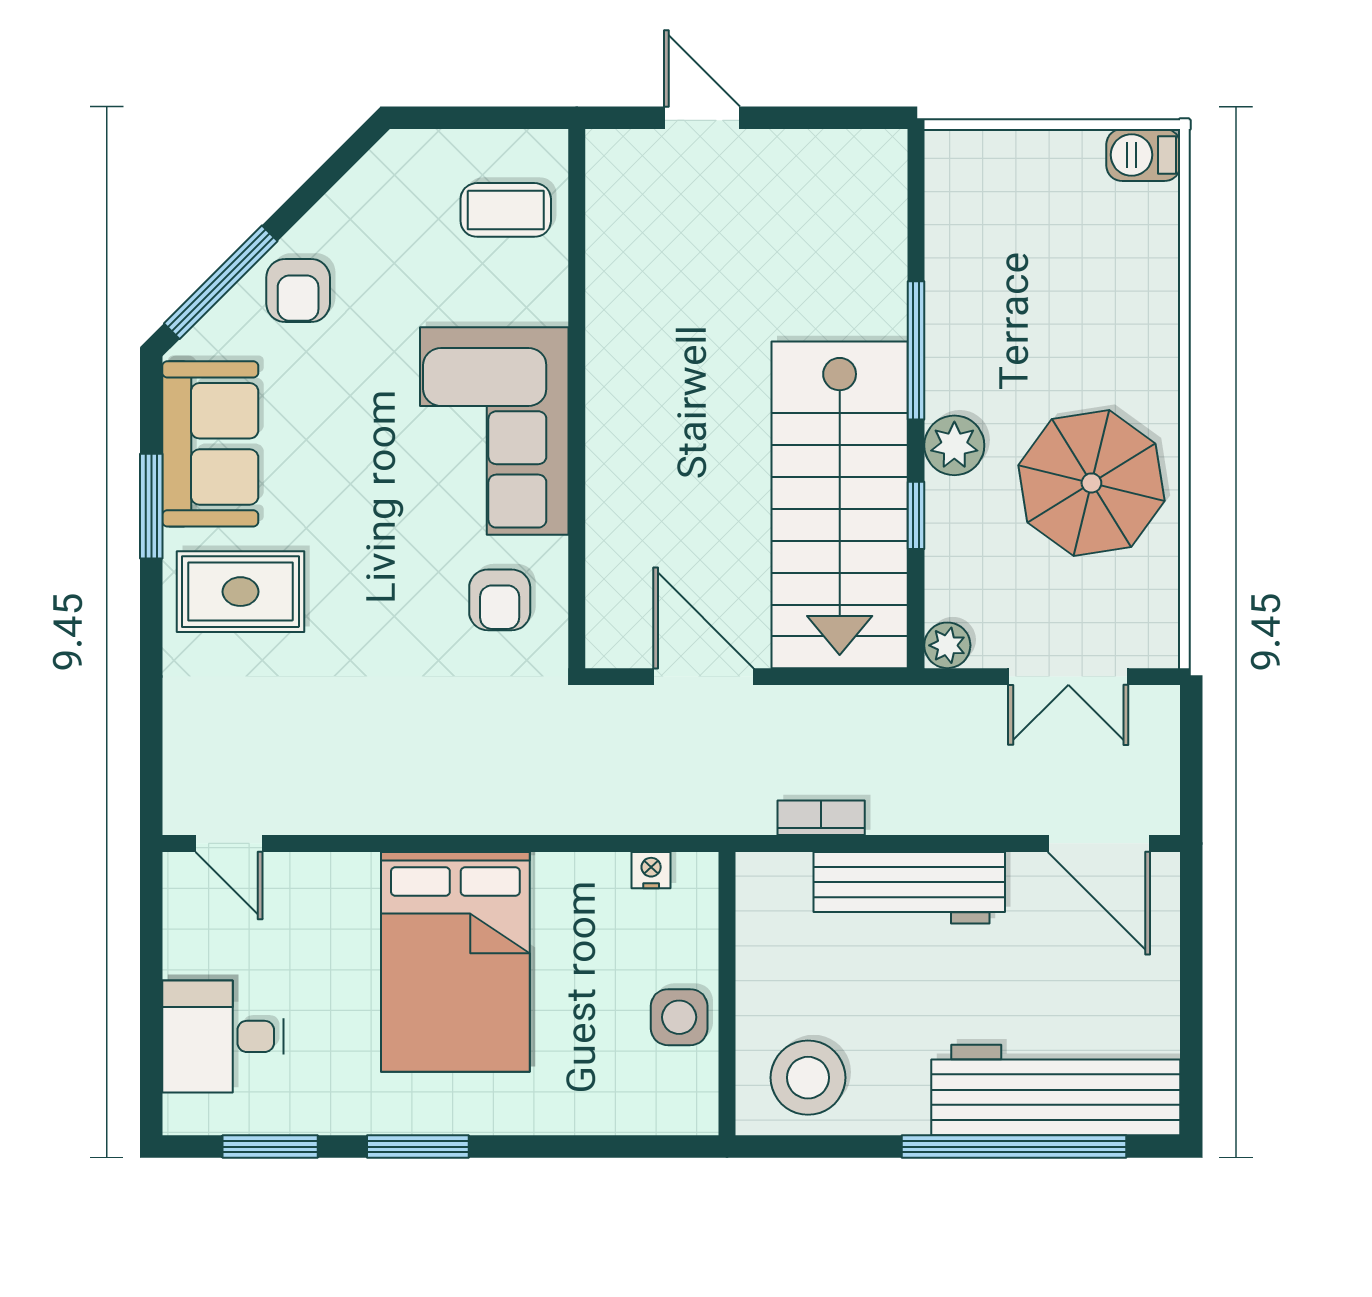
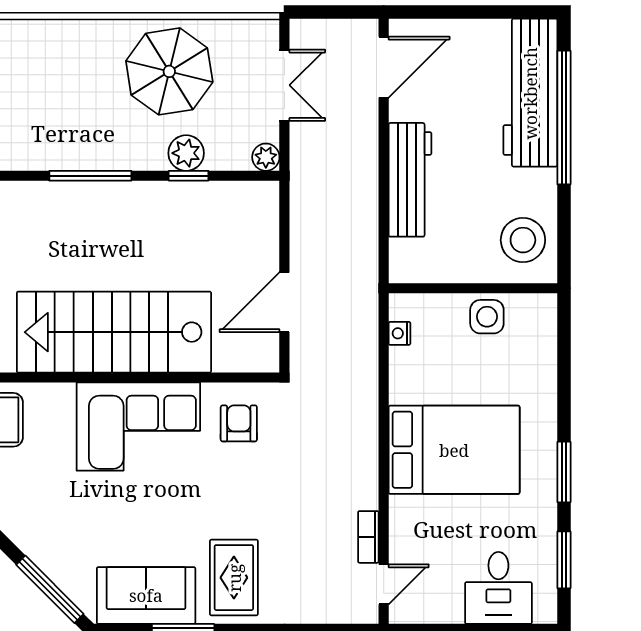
armchair: (298, 291) -> (55, 543), removed
plant: (954, 445) -> (186, 153), moved
stairs: (840, 505) -> (114, 332), moved, turned 180
armchair: (500, 600) -> (239, 423), turned -90
bookcase: (821, 818) -> (368, 537), moved

